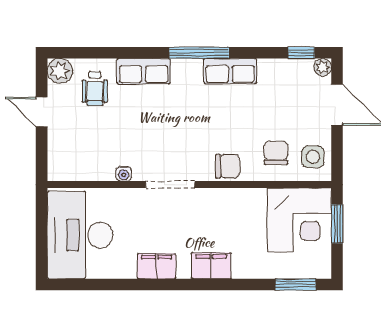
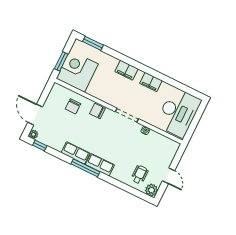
row of seats: (144, 71) -> (100, 165), moved
side table: (313, 157) -> (57, 97), removed

